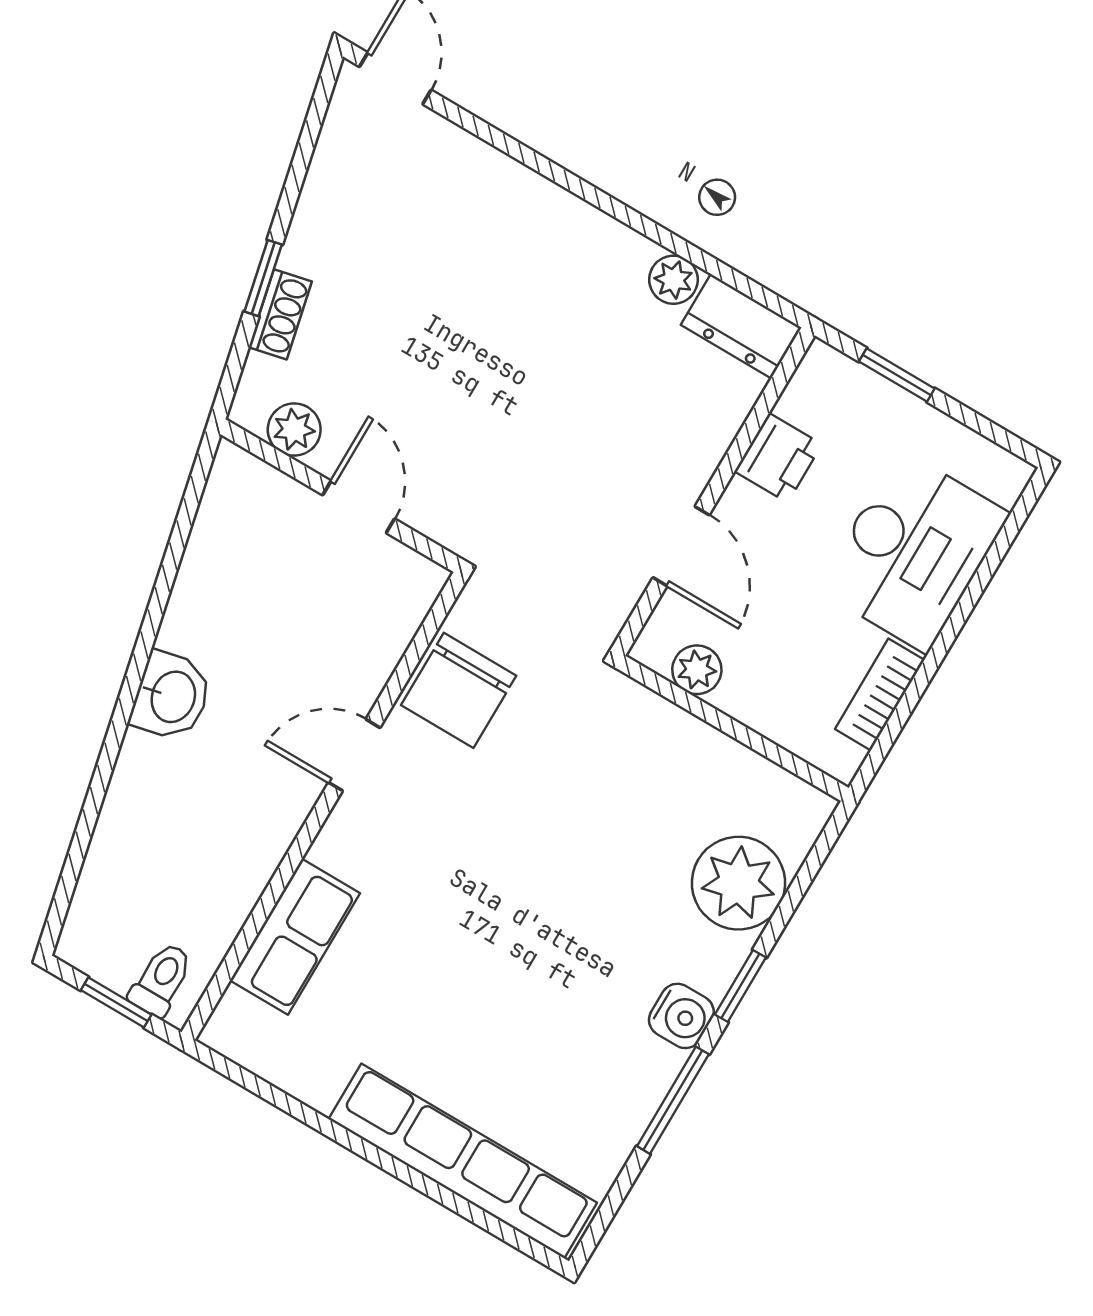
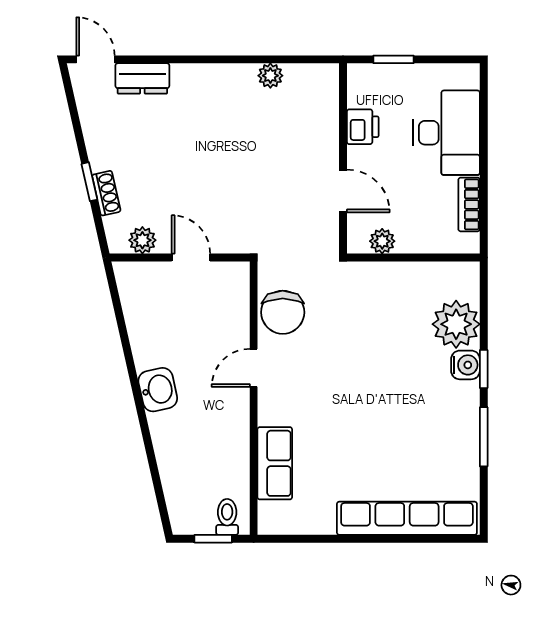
dresser: (741, 326) -> (142, 78), moved
water cooler: (681, 1016) -> (465, 365), moved

